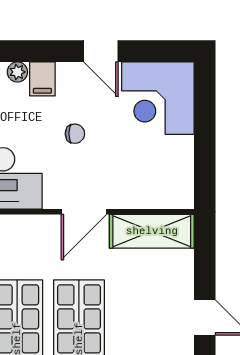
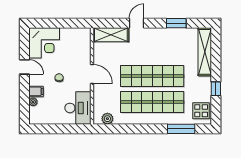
door: (101, 51) -> (24, 67), hinge flipped
shelving: (152, 231) -> (111, 35), moved, turned 90

